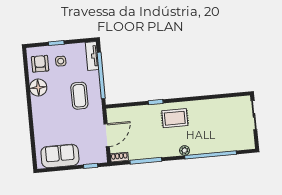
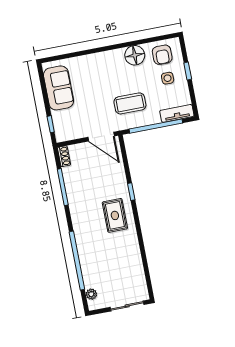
armchair: (40, 64) -> (162, 55), turned 90
door: (107, 135) -> (101, 137), moved
plant: (185, 150) -> (91, 294), moved

